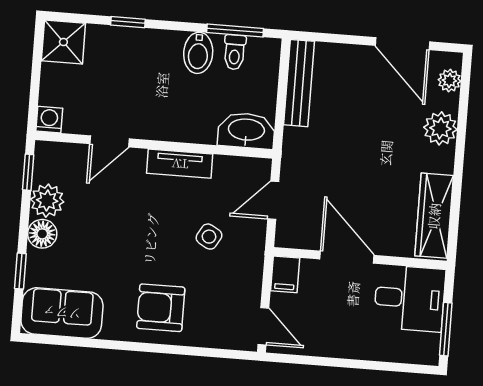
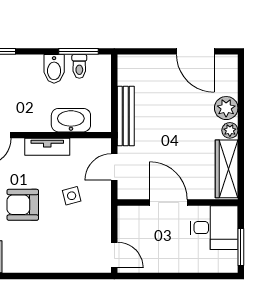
plant: (449, 80) -> (230, 130), moved
bench: (299, 83) -> (126, 116), moved
washbasin: (246, 131) -> (71, 120), moved
side table: (209, 237) -> (72, 196), turned 45
filing cabinet: (285, 274) -> (126, 218), removed
armchair: (161, 308) -> (23, 205), moved

